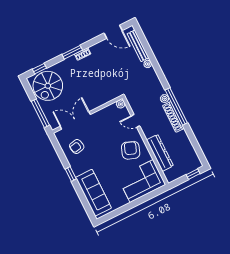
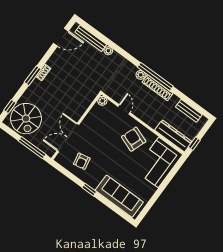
door: (135, 121) -> (124, 109), swing flipped
bench: (190, 150) -> (189, 111), added
dresser: (160, 153) -> (173, 136), moved
window: (193, 174) -> (194, 144), moved

